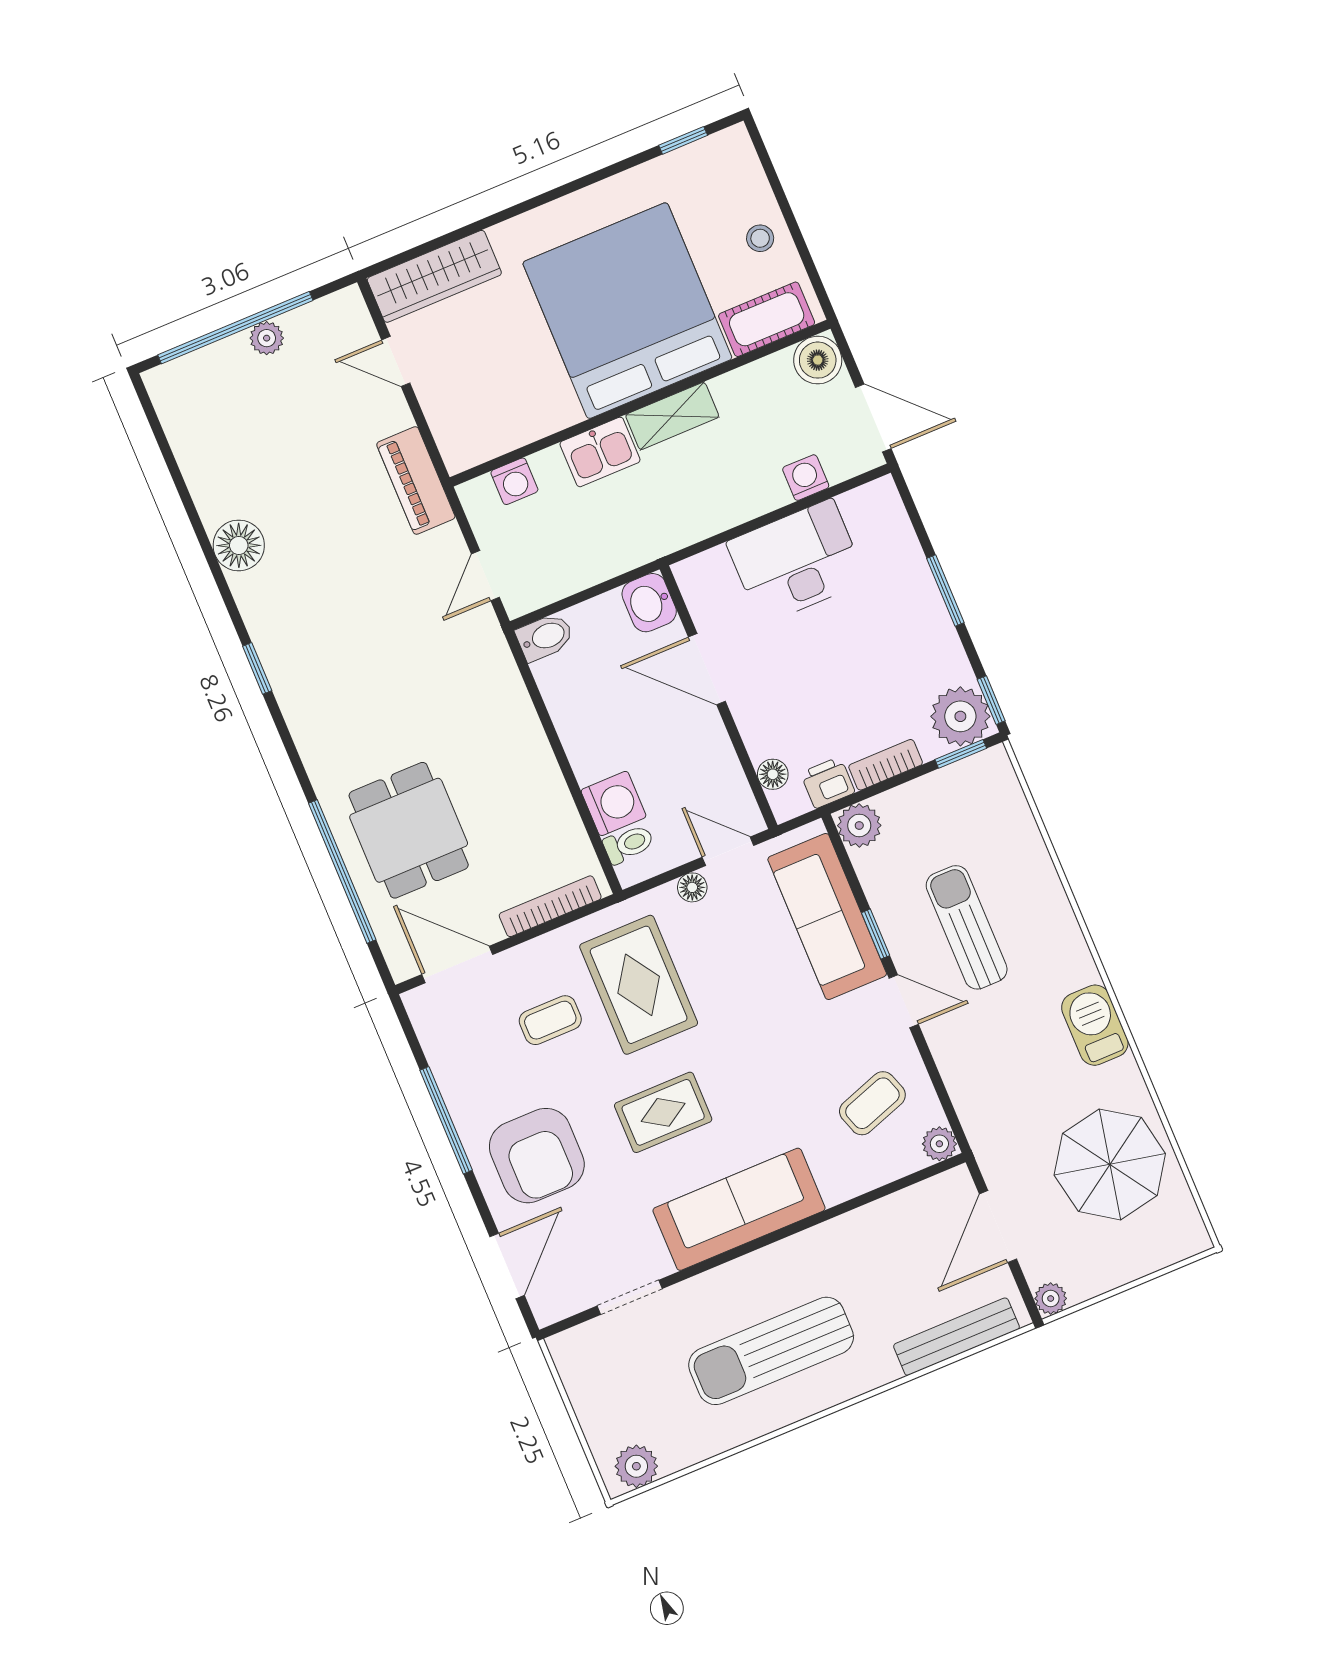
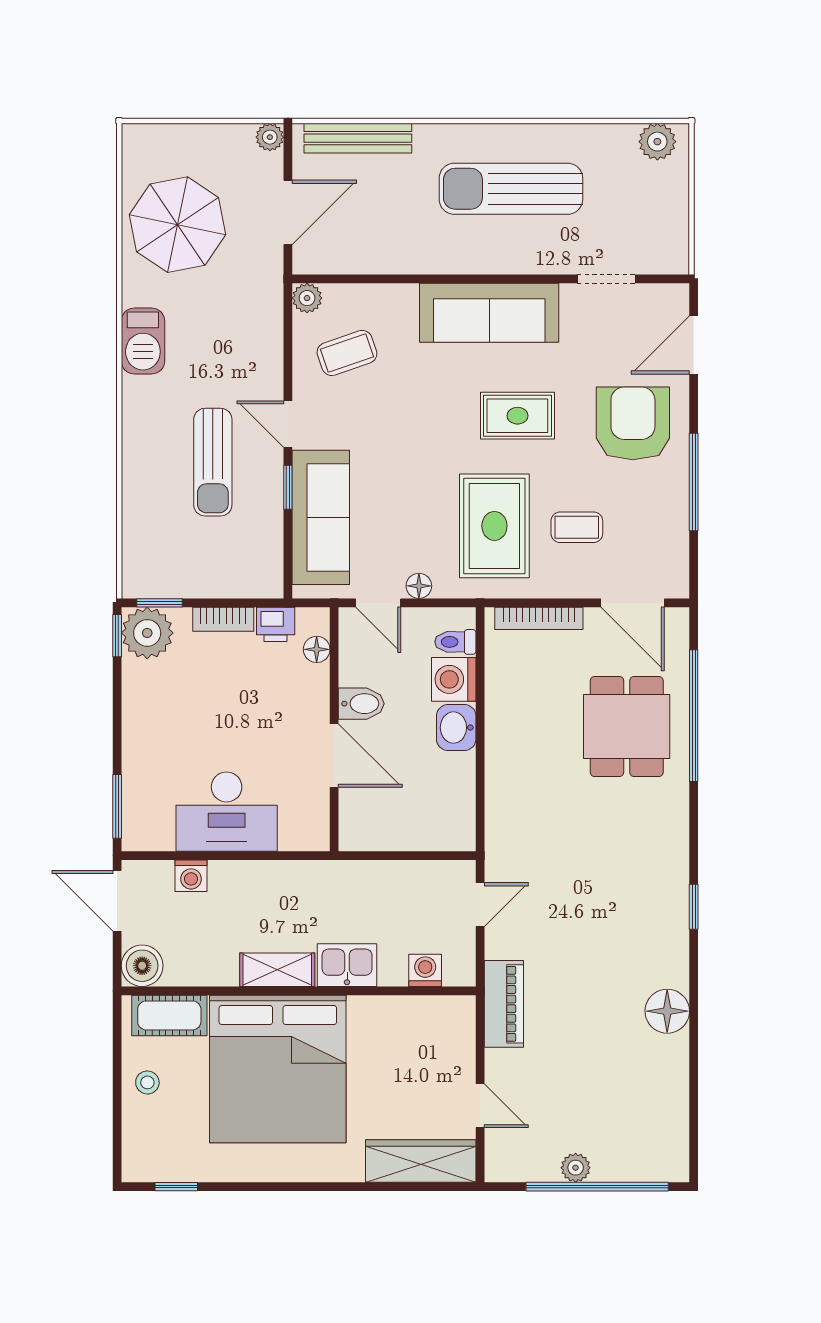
window: (945, 591) -> (117, 806), moved
washbasin: (649, 603) -> (456, 728), moved, turned 180
bidet: (545, 637) -> (361, 704), moved, turned 180
plant: (859, 825) -> (265, 580), removed
sun lounger: (771, 1351) -> (511, 189), turned 180

